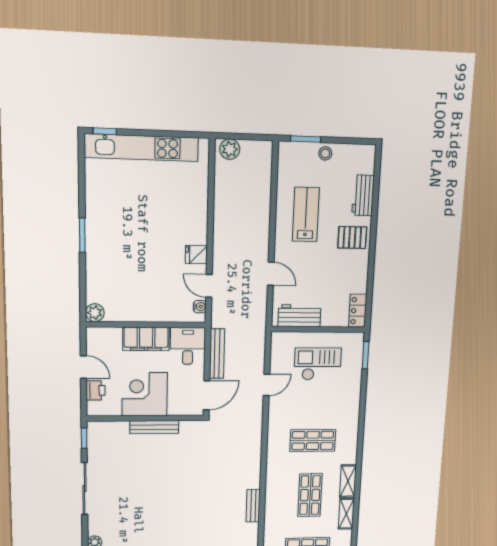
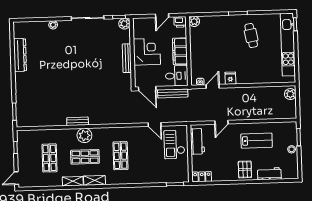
cafe table: (123, 214) -> (251, 36), added
checkout: (318, 364) -> (174, 145), moved, turned 180
printer: (96, 390) -> (180, 22), moved
plant: (96, 430) -> (124, 24), added
plant: (276, 496) -> (84, 135), added

